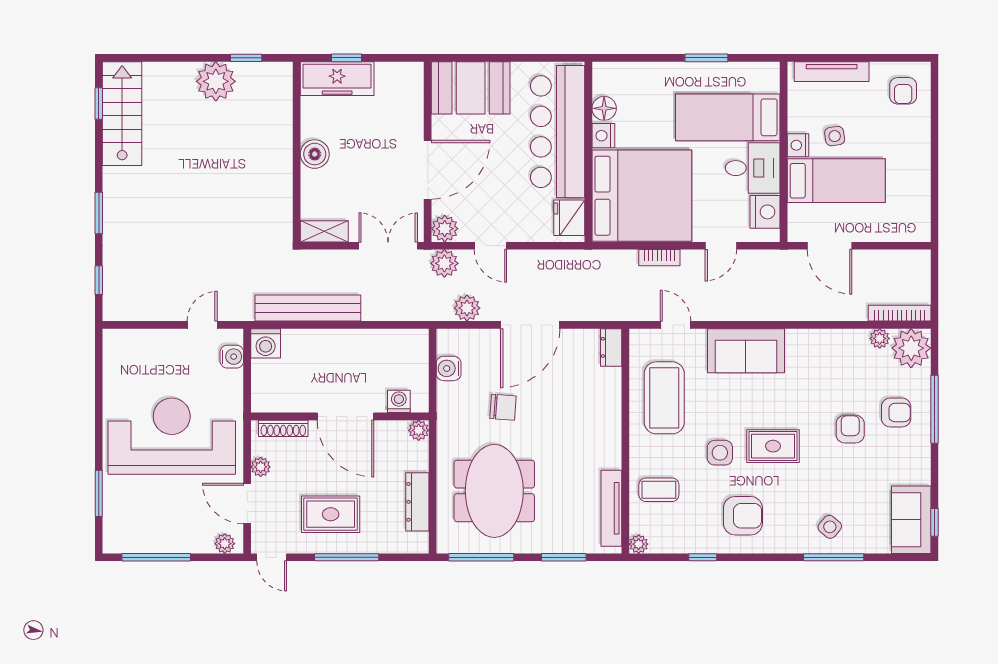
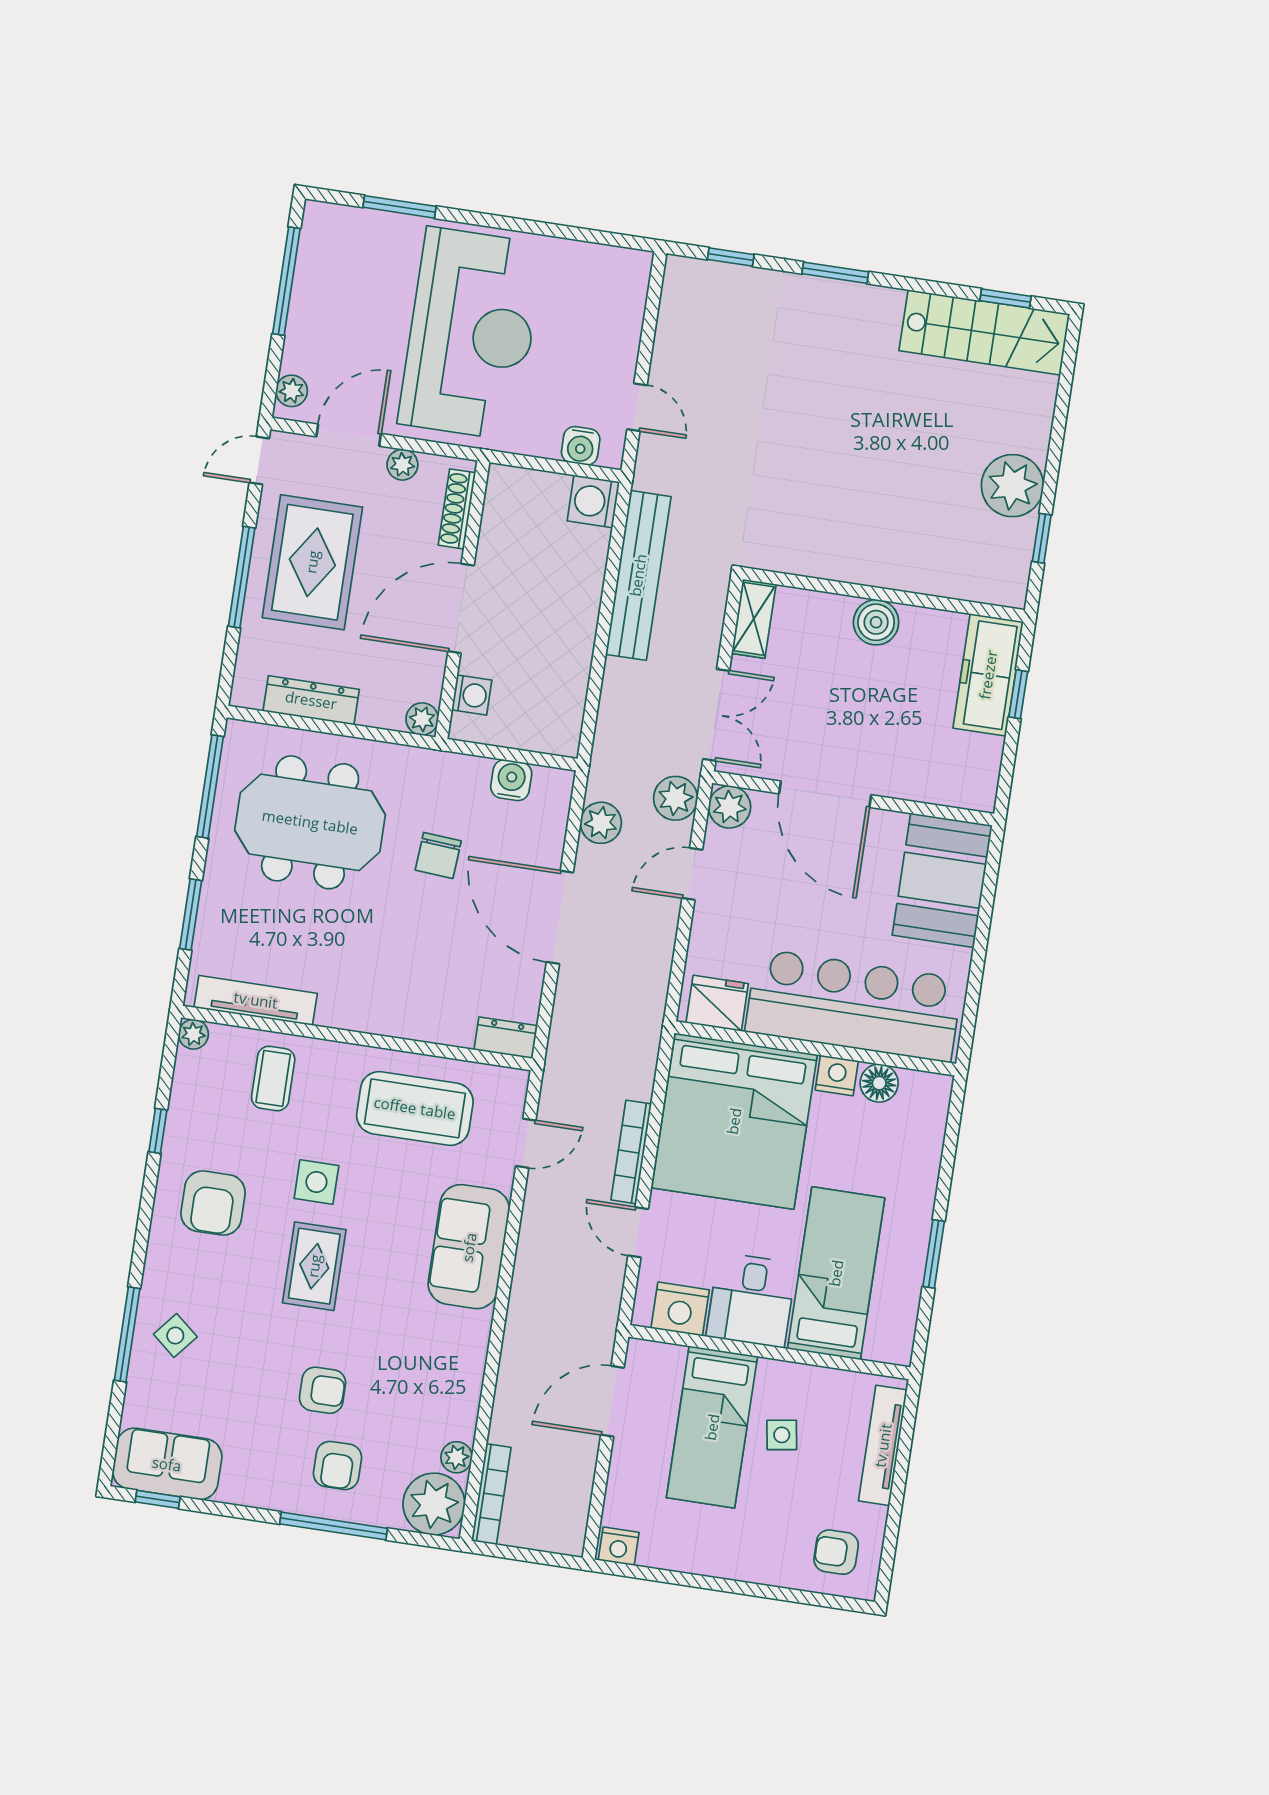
nightstand: (798, 145) -> (619, 1546), moved, turned 180
bookcase: (659, 258) -> (631, 1152), width x1.56
rug: (331, 514) -> (312, 562), width x1.36, depth x1.43

